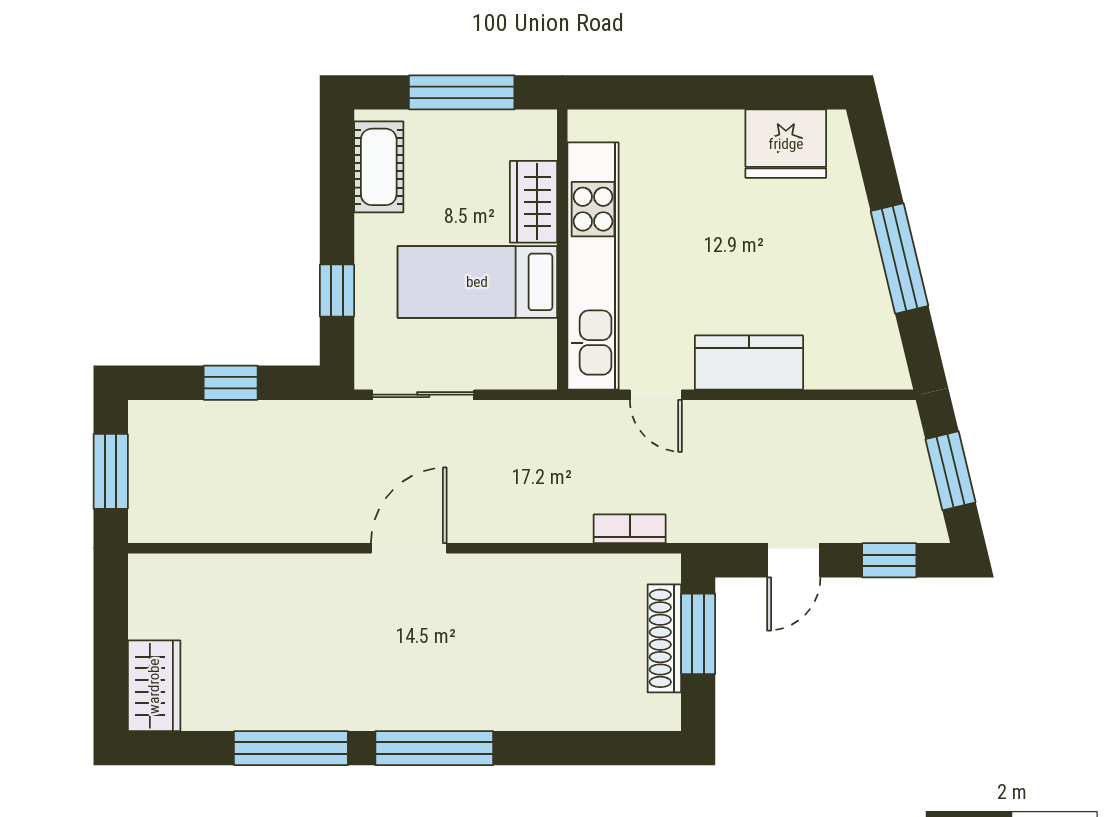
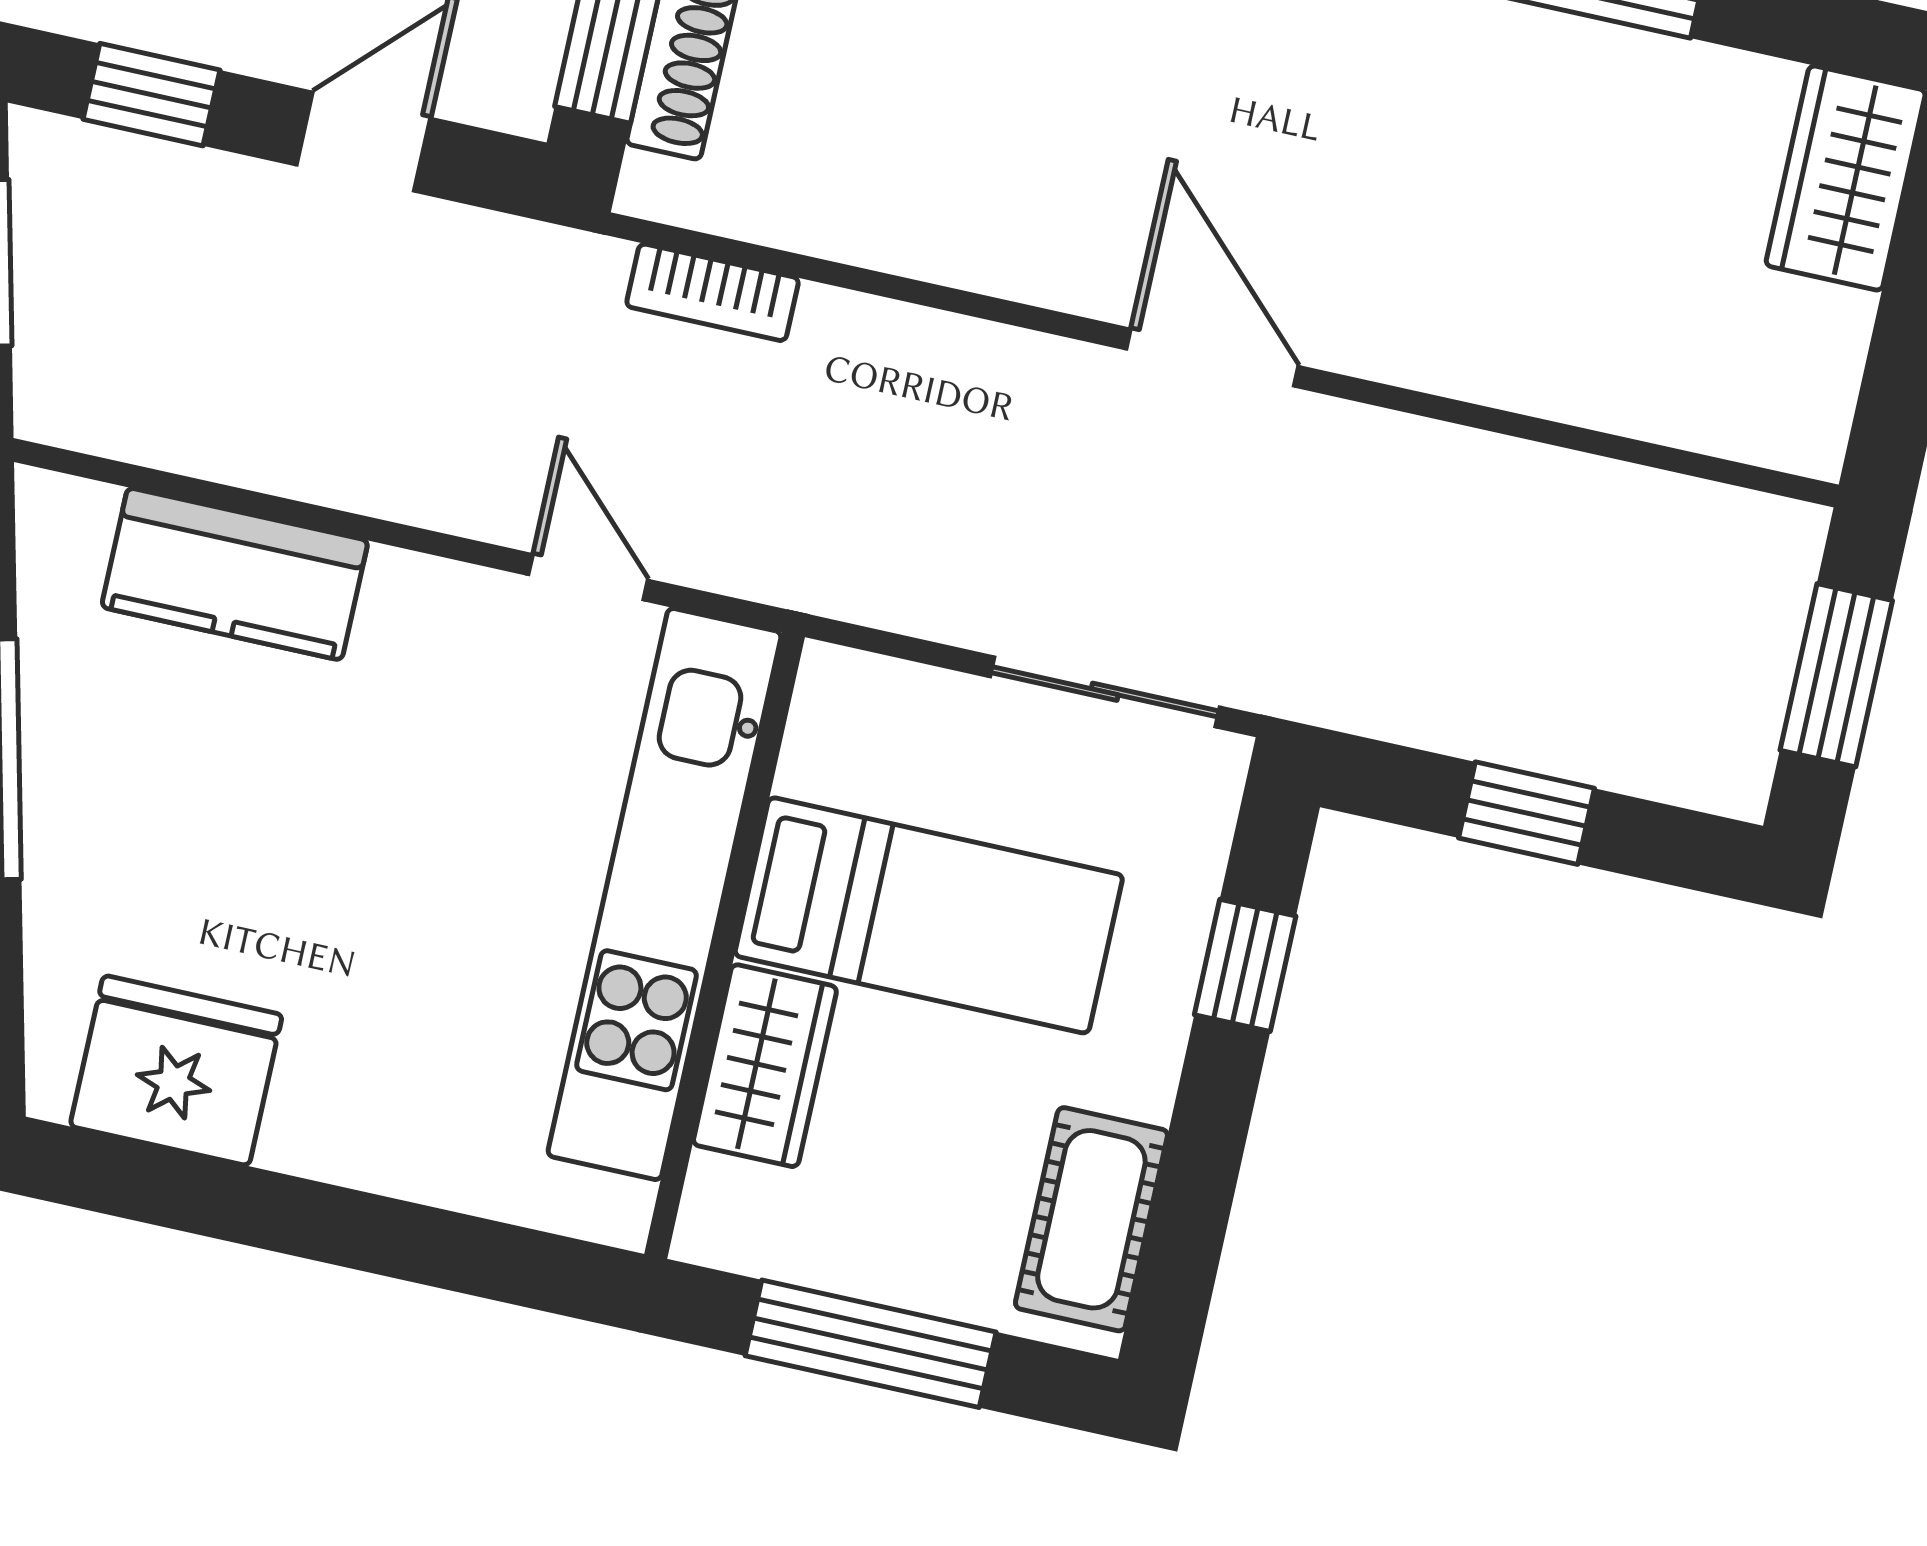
kitchen counter: (749, 362) -> (235, 574), moved
door: (409, 548) -> (1212, 358), swing flipped

